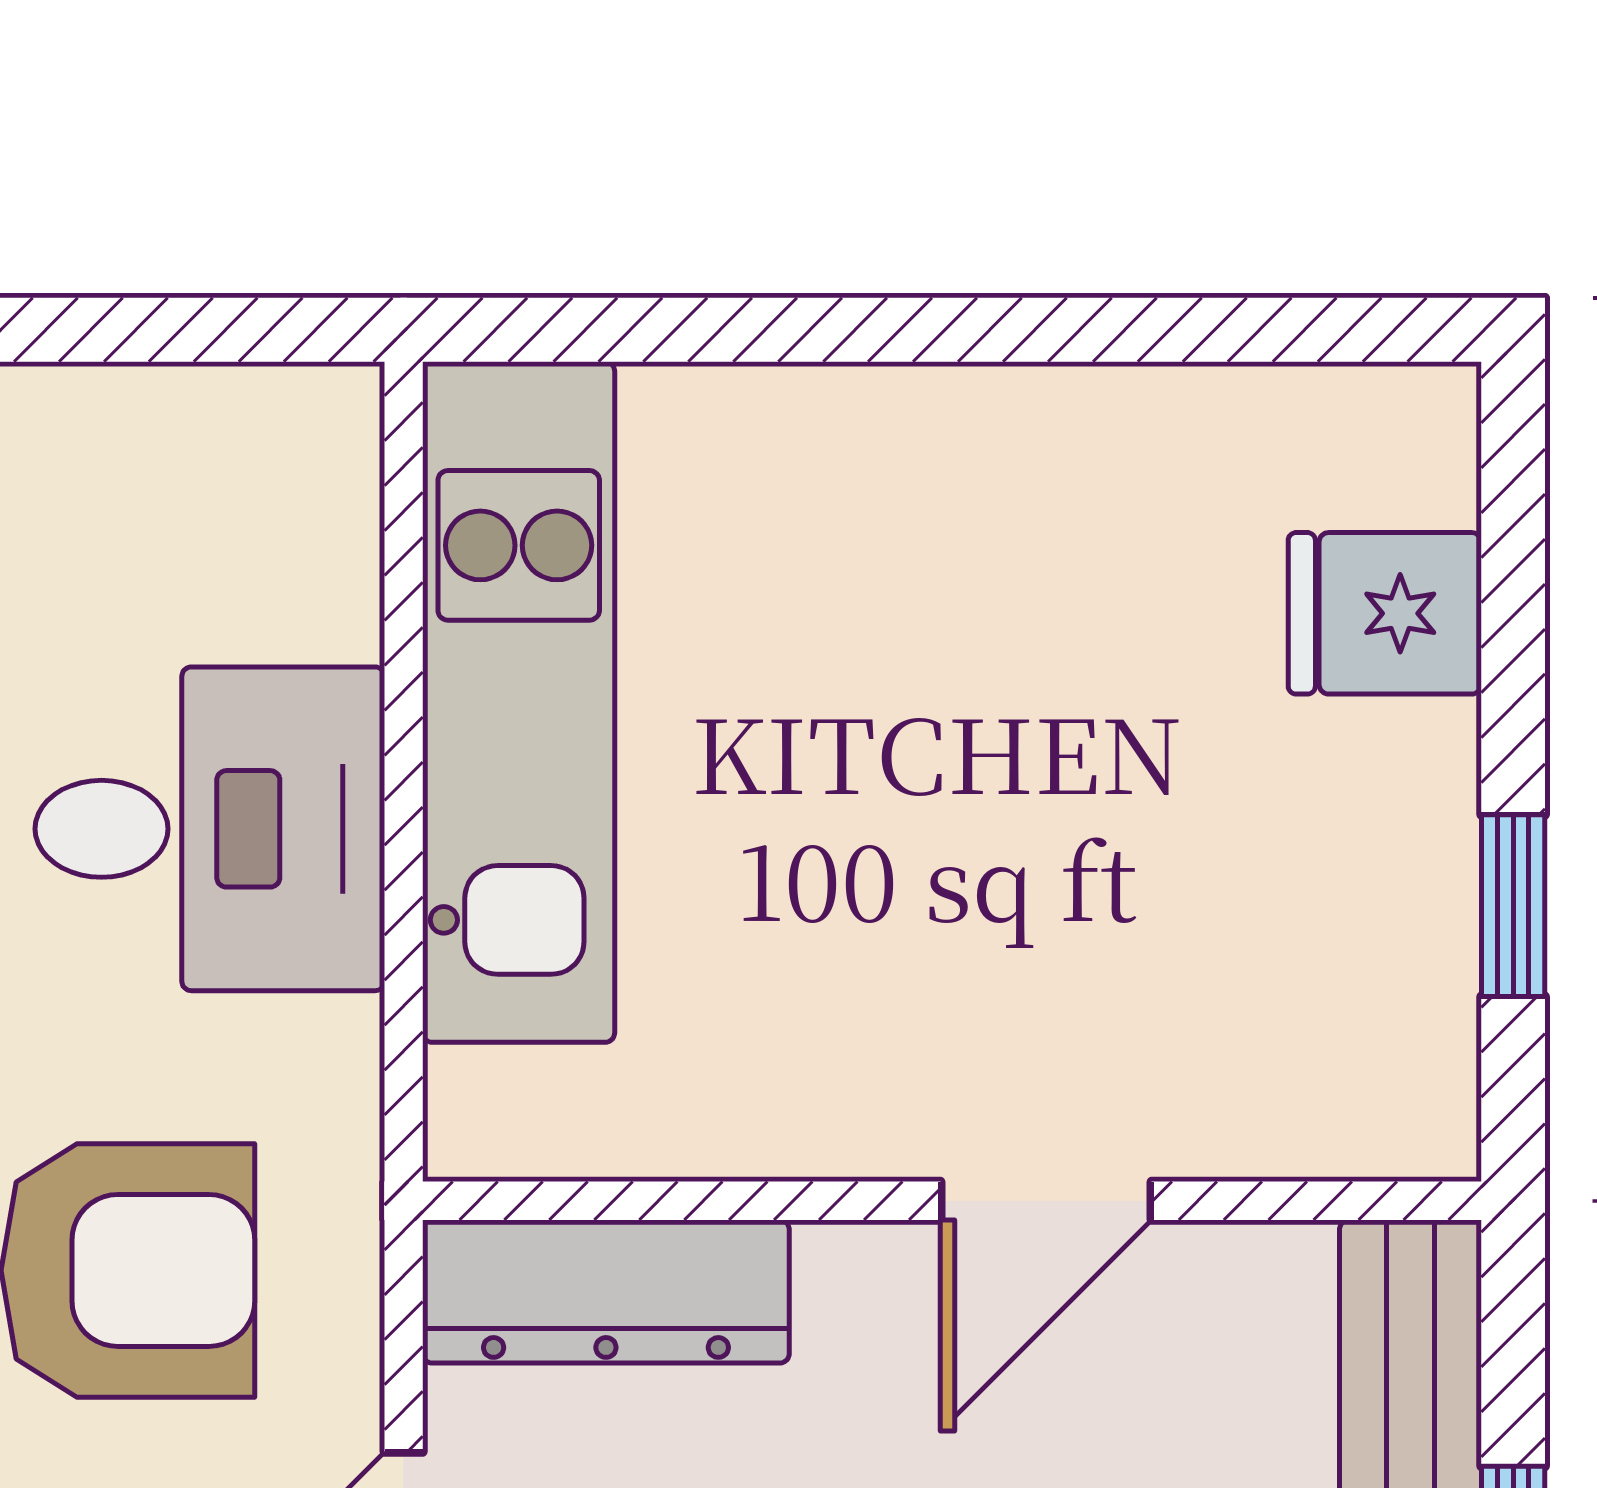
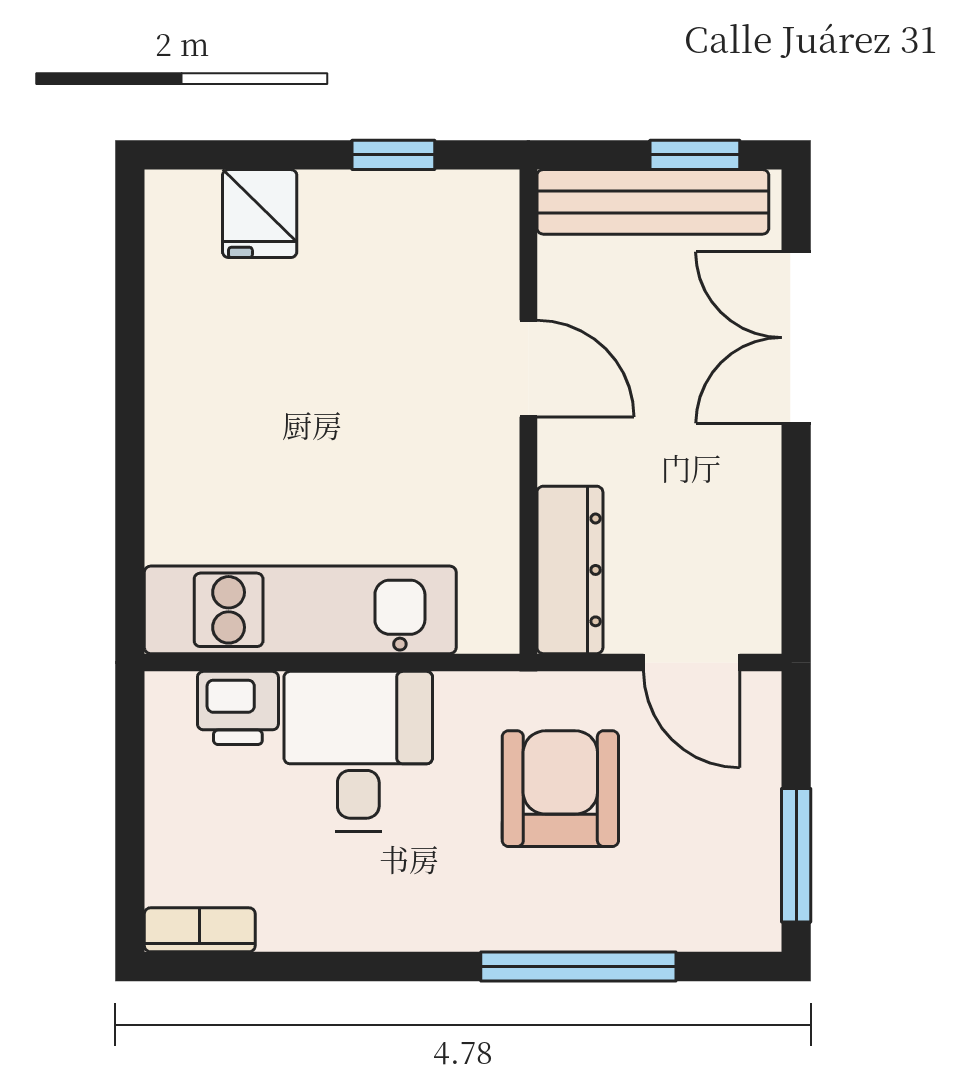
printer: (304, 566) -> (238, 708), added

